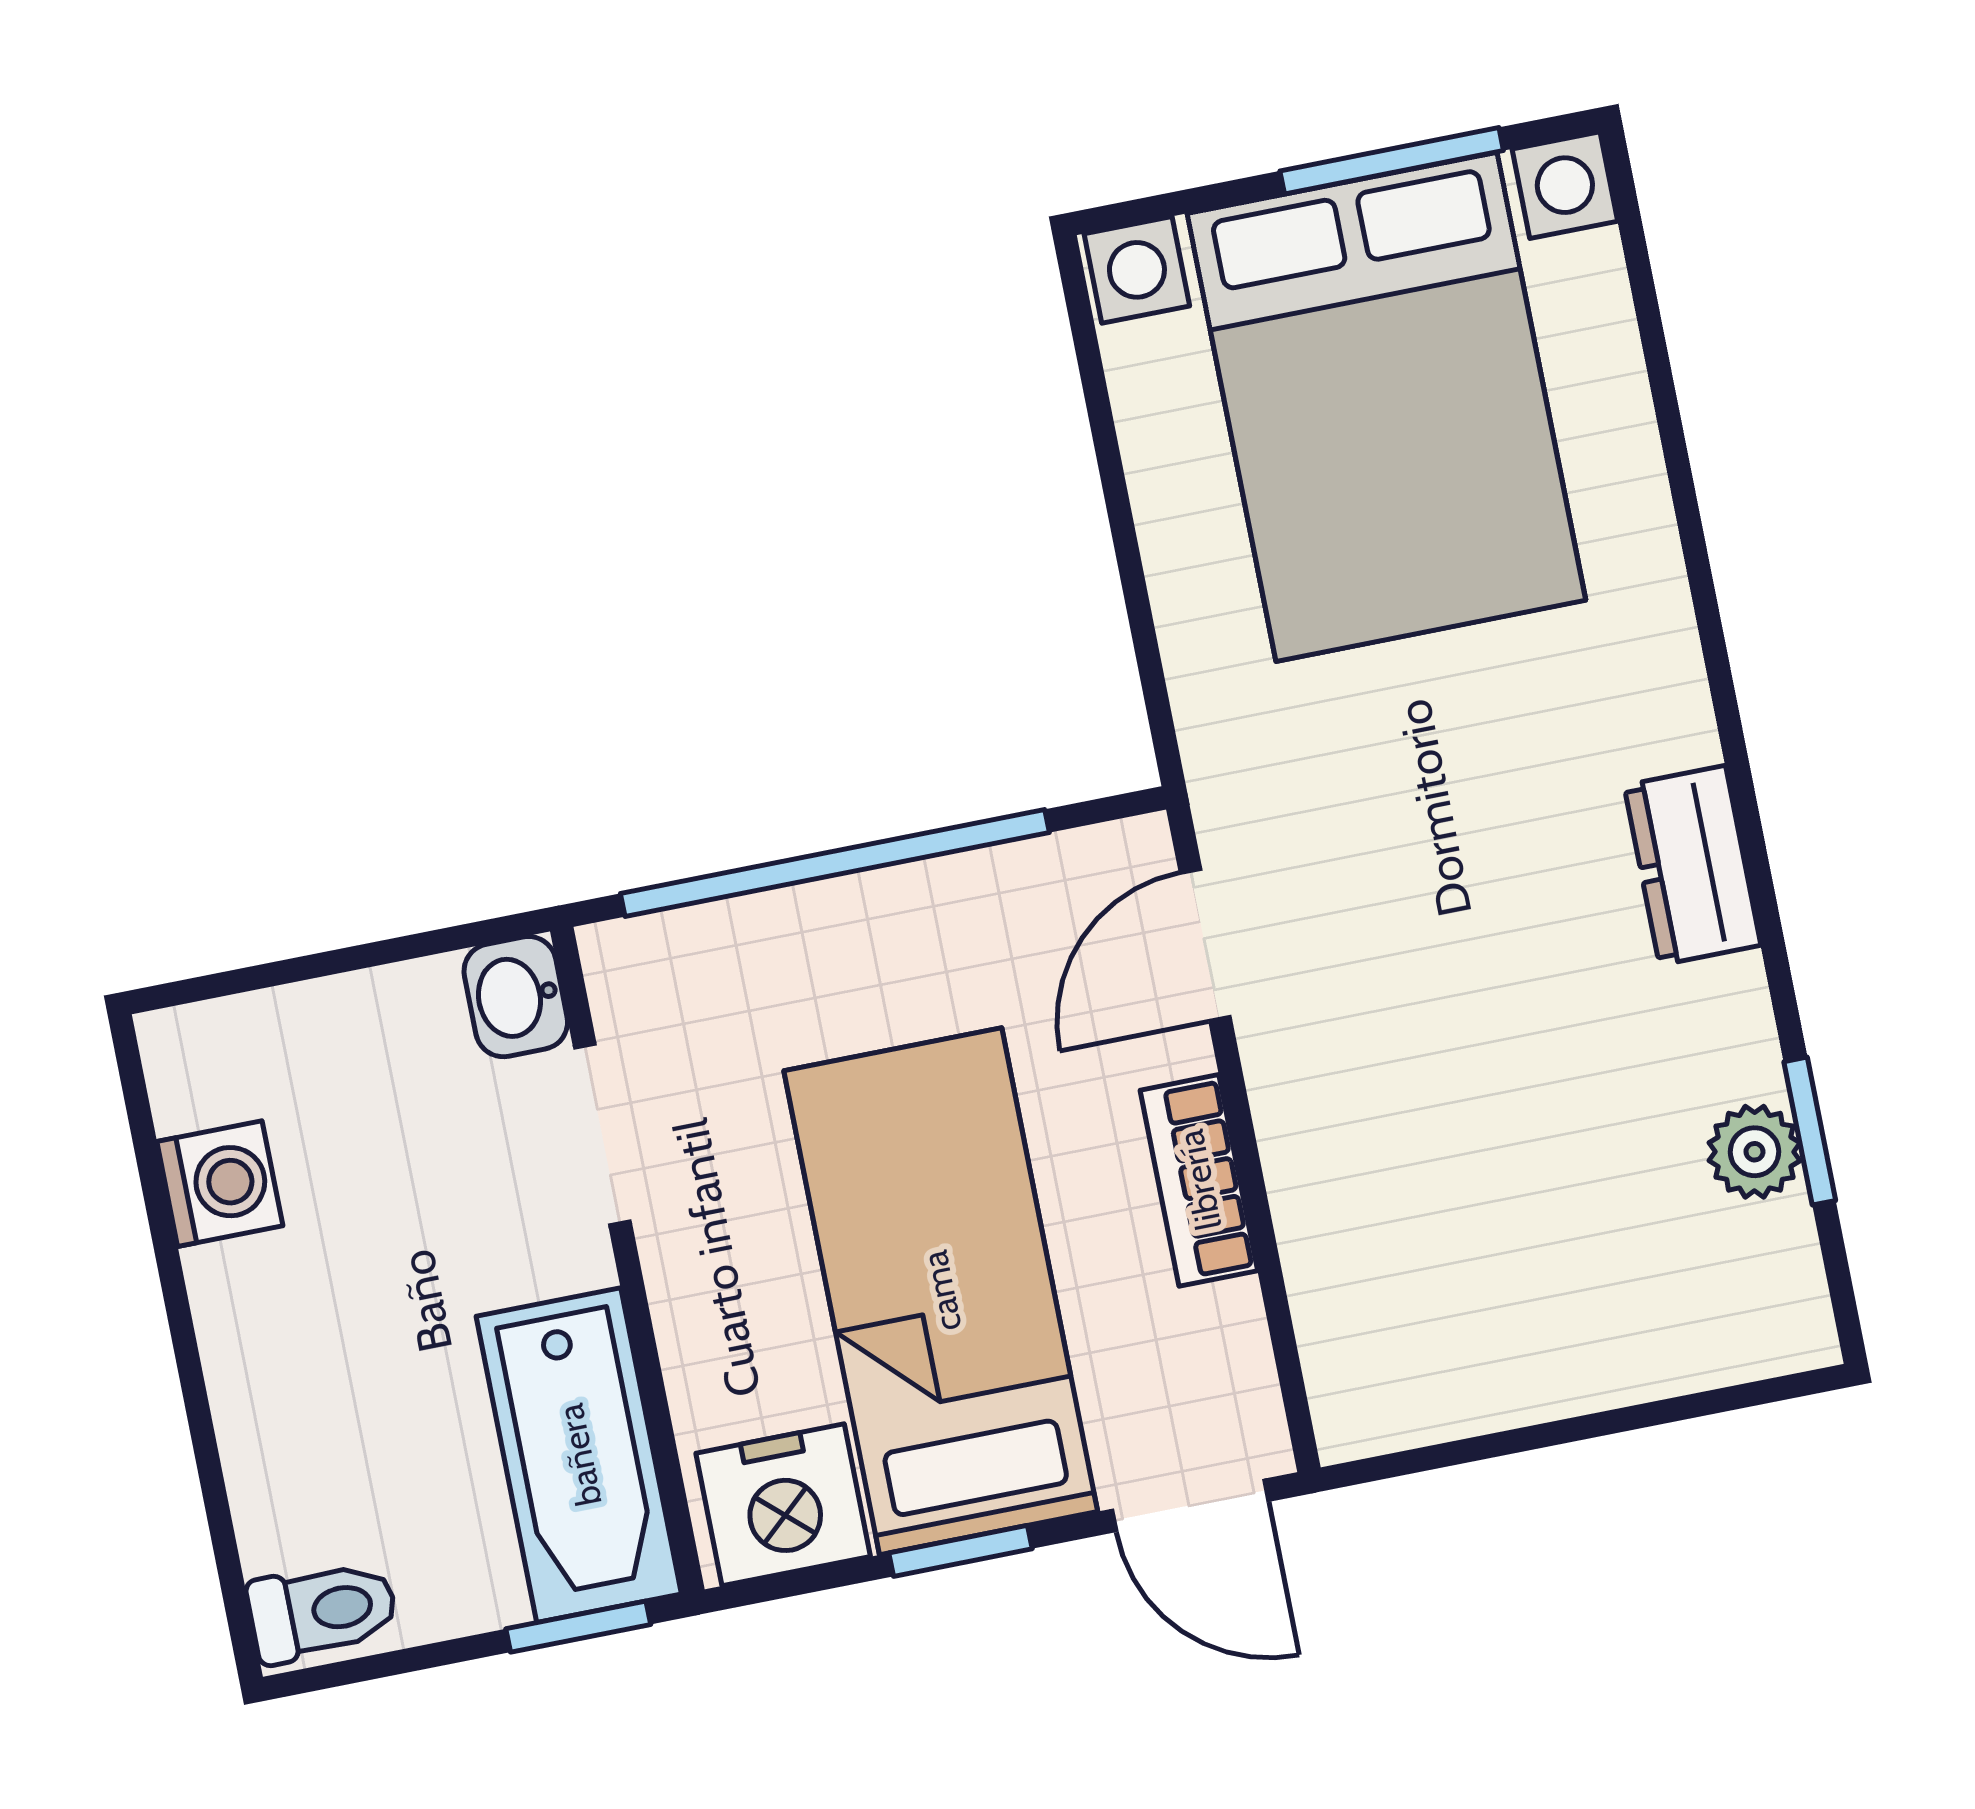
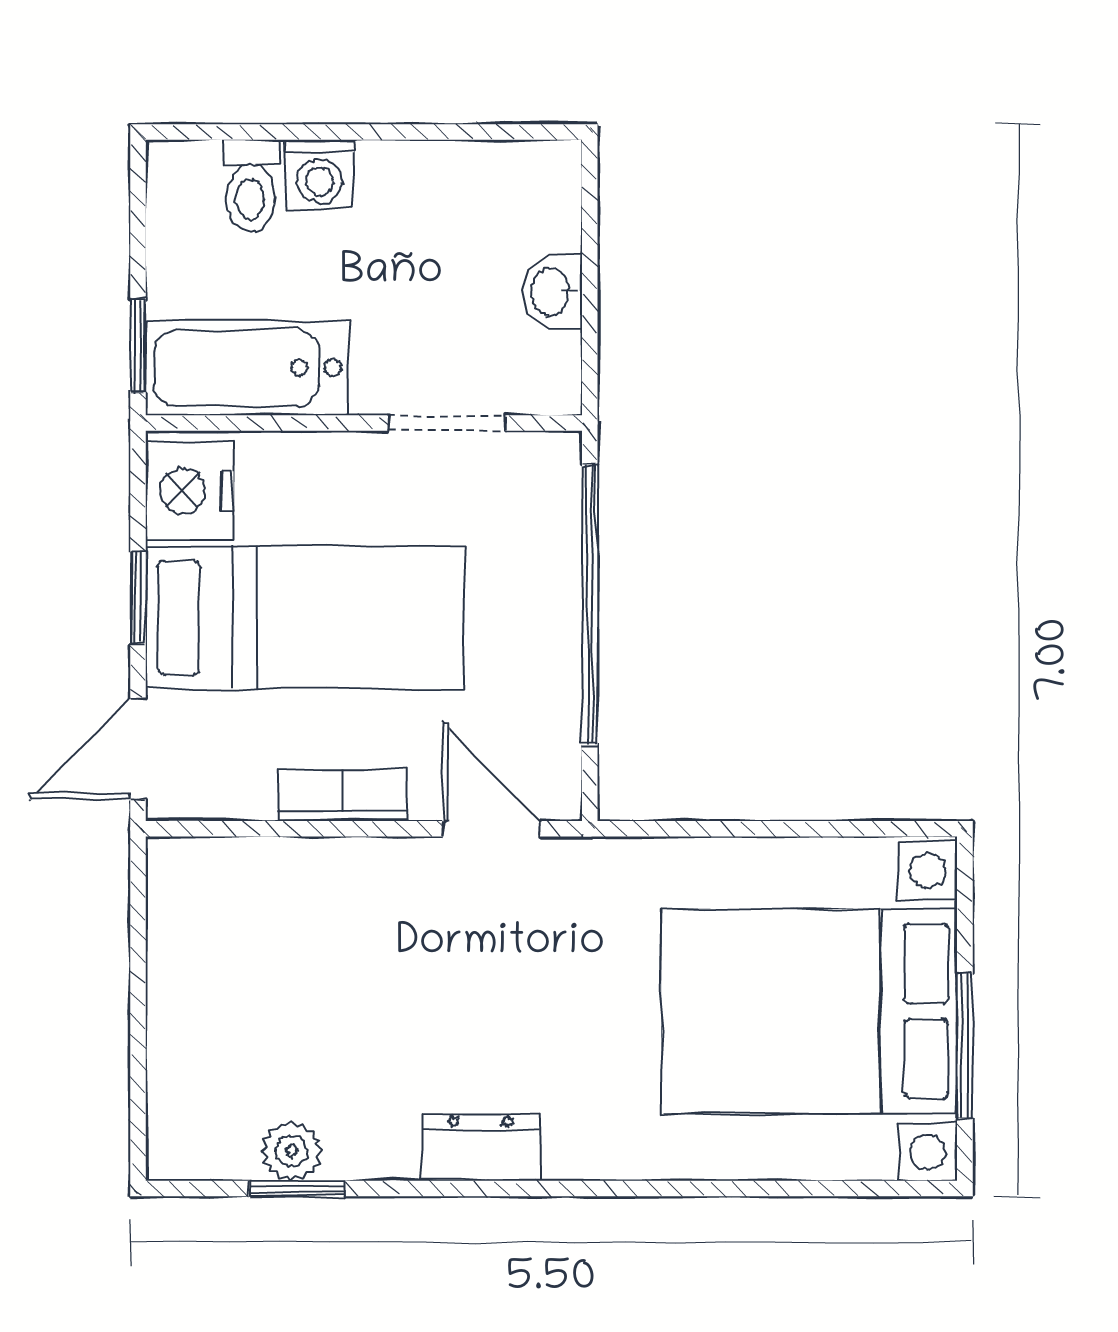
washbasin: (516, 997) -> (552, 292), moved, turned -90
washing machine: (220, 1184) -> (320, 174), moved
toilet: (323, 1611) -> (250, 186), moved

